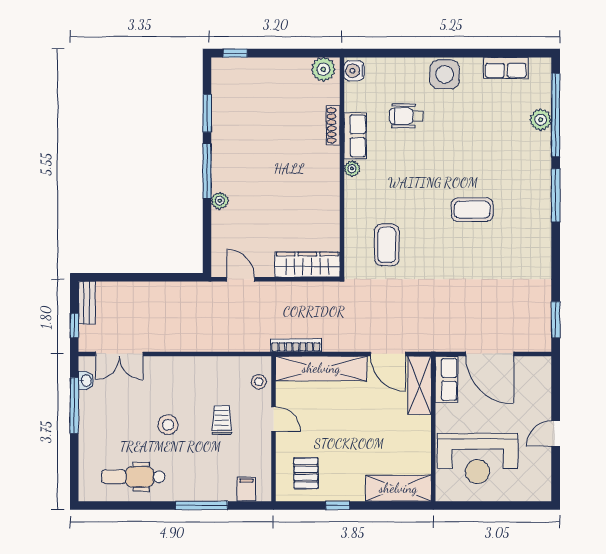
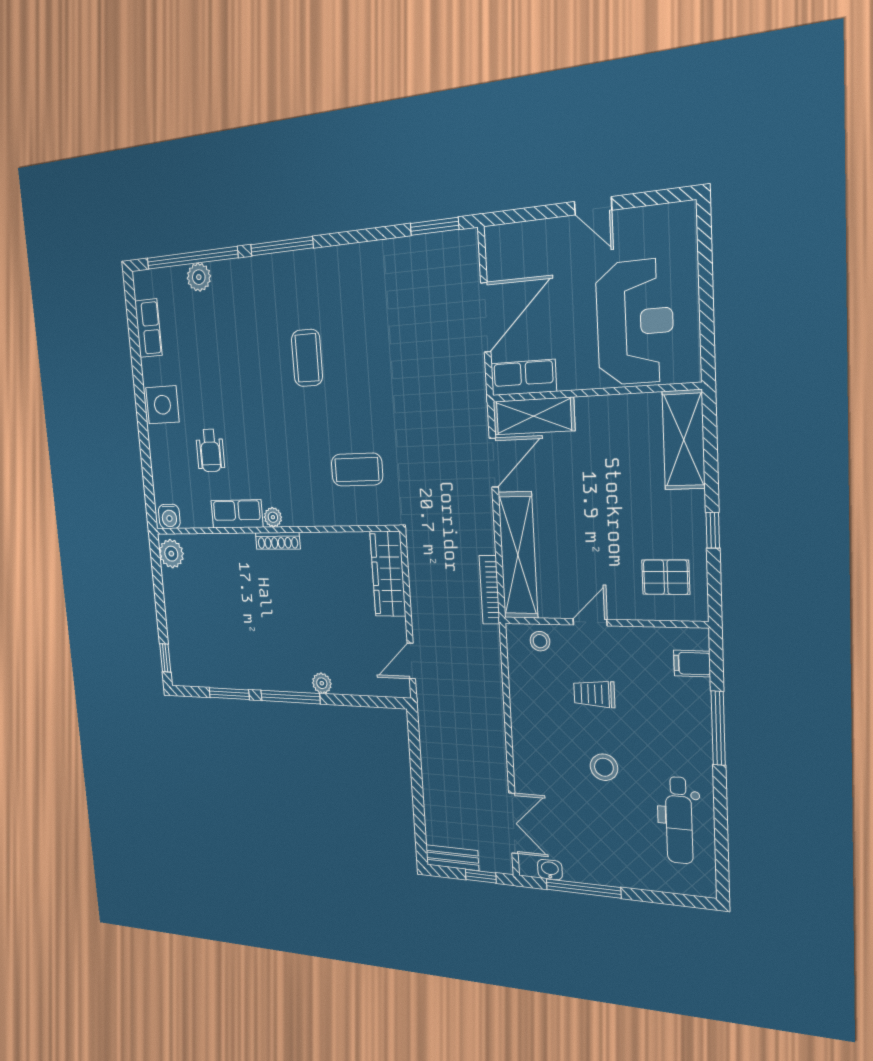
shoe rack: (333, 125) -> (278, 541), moved

